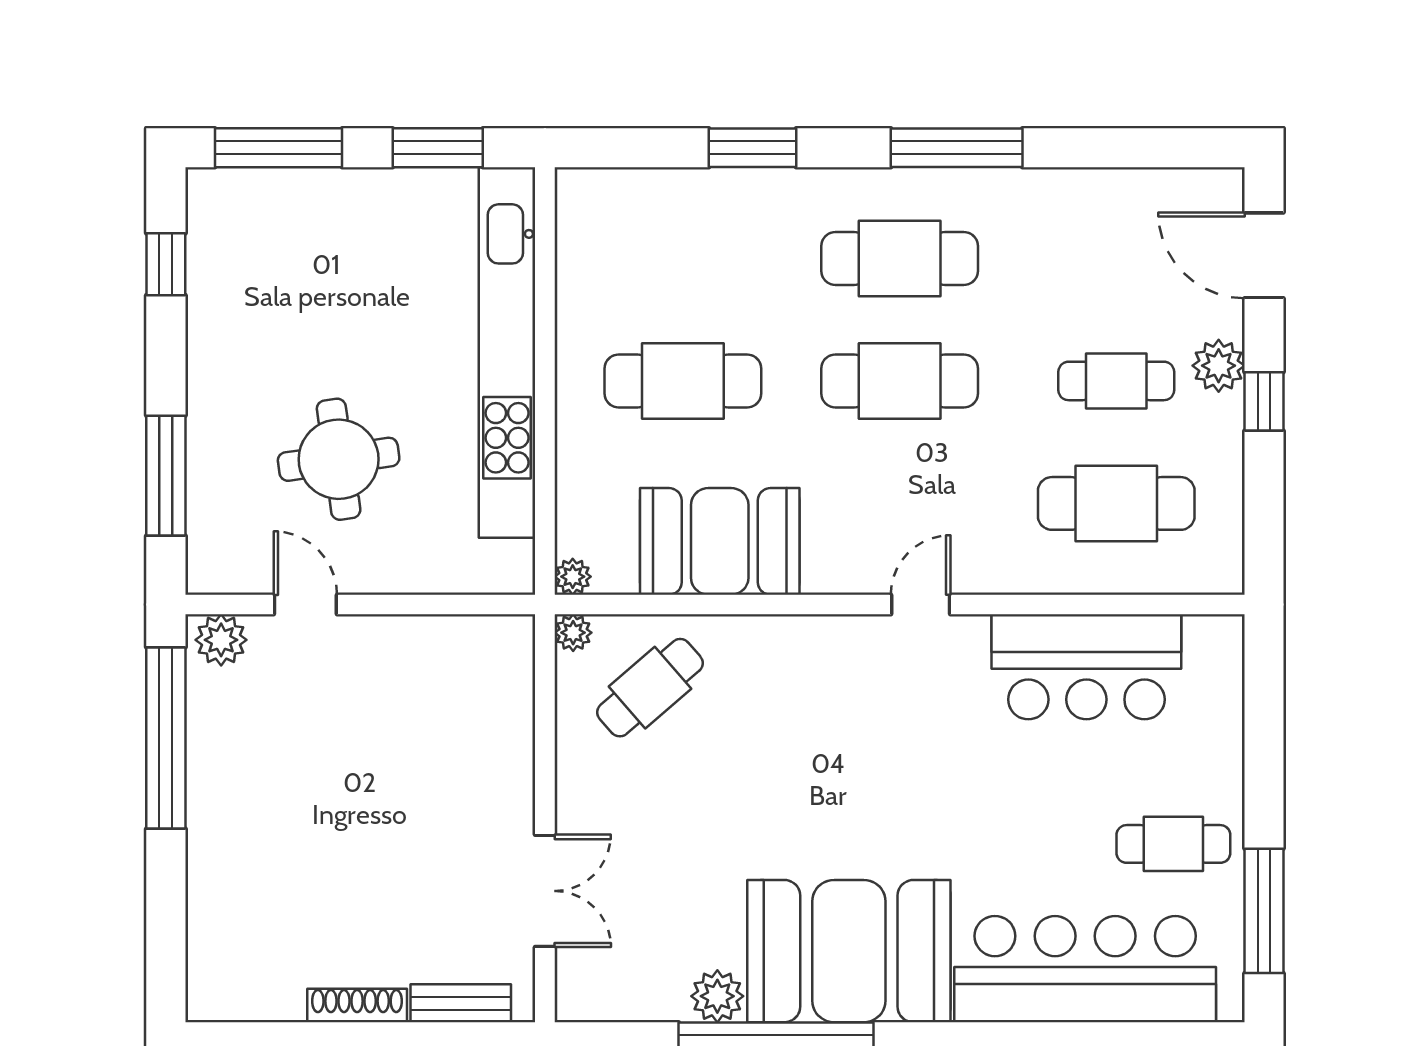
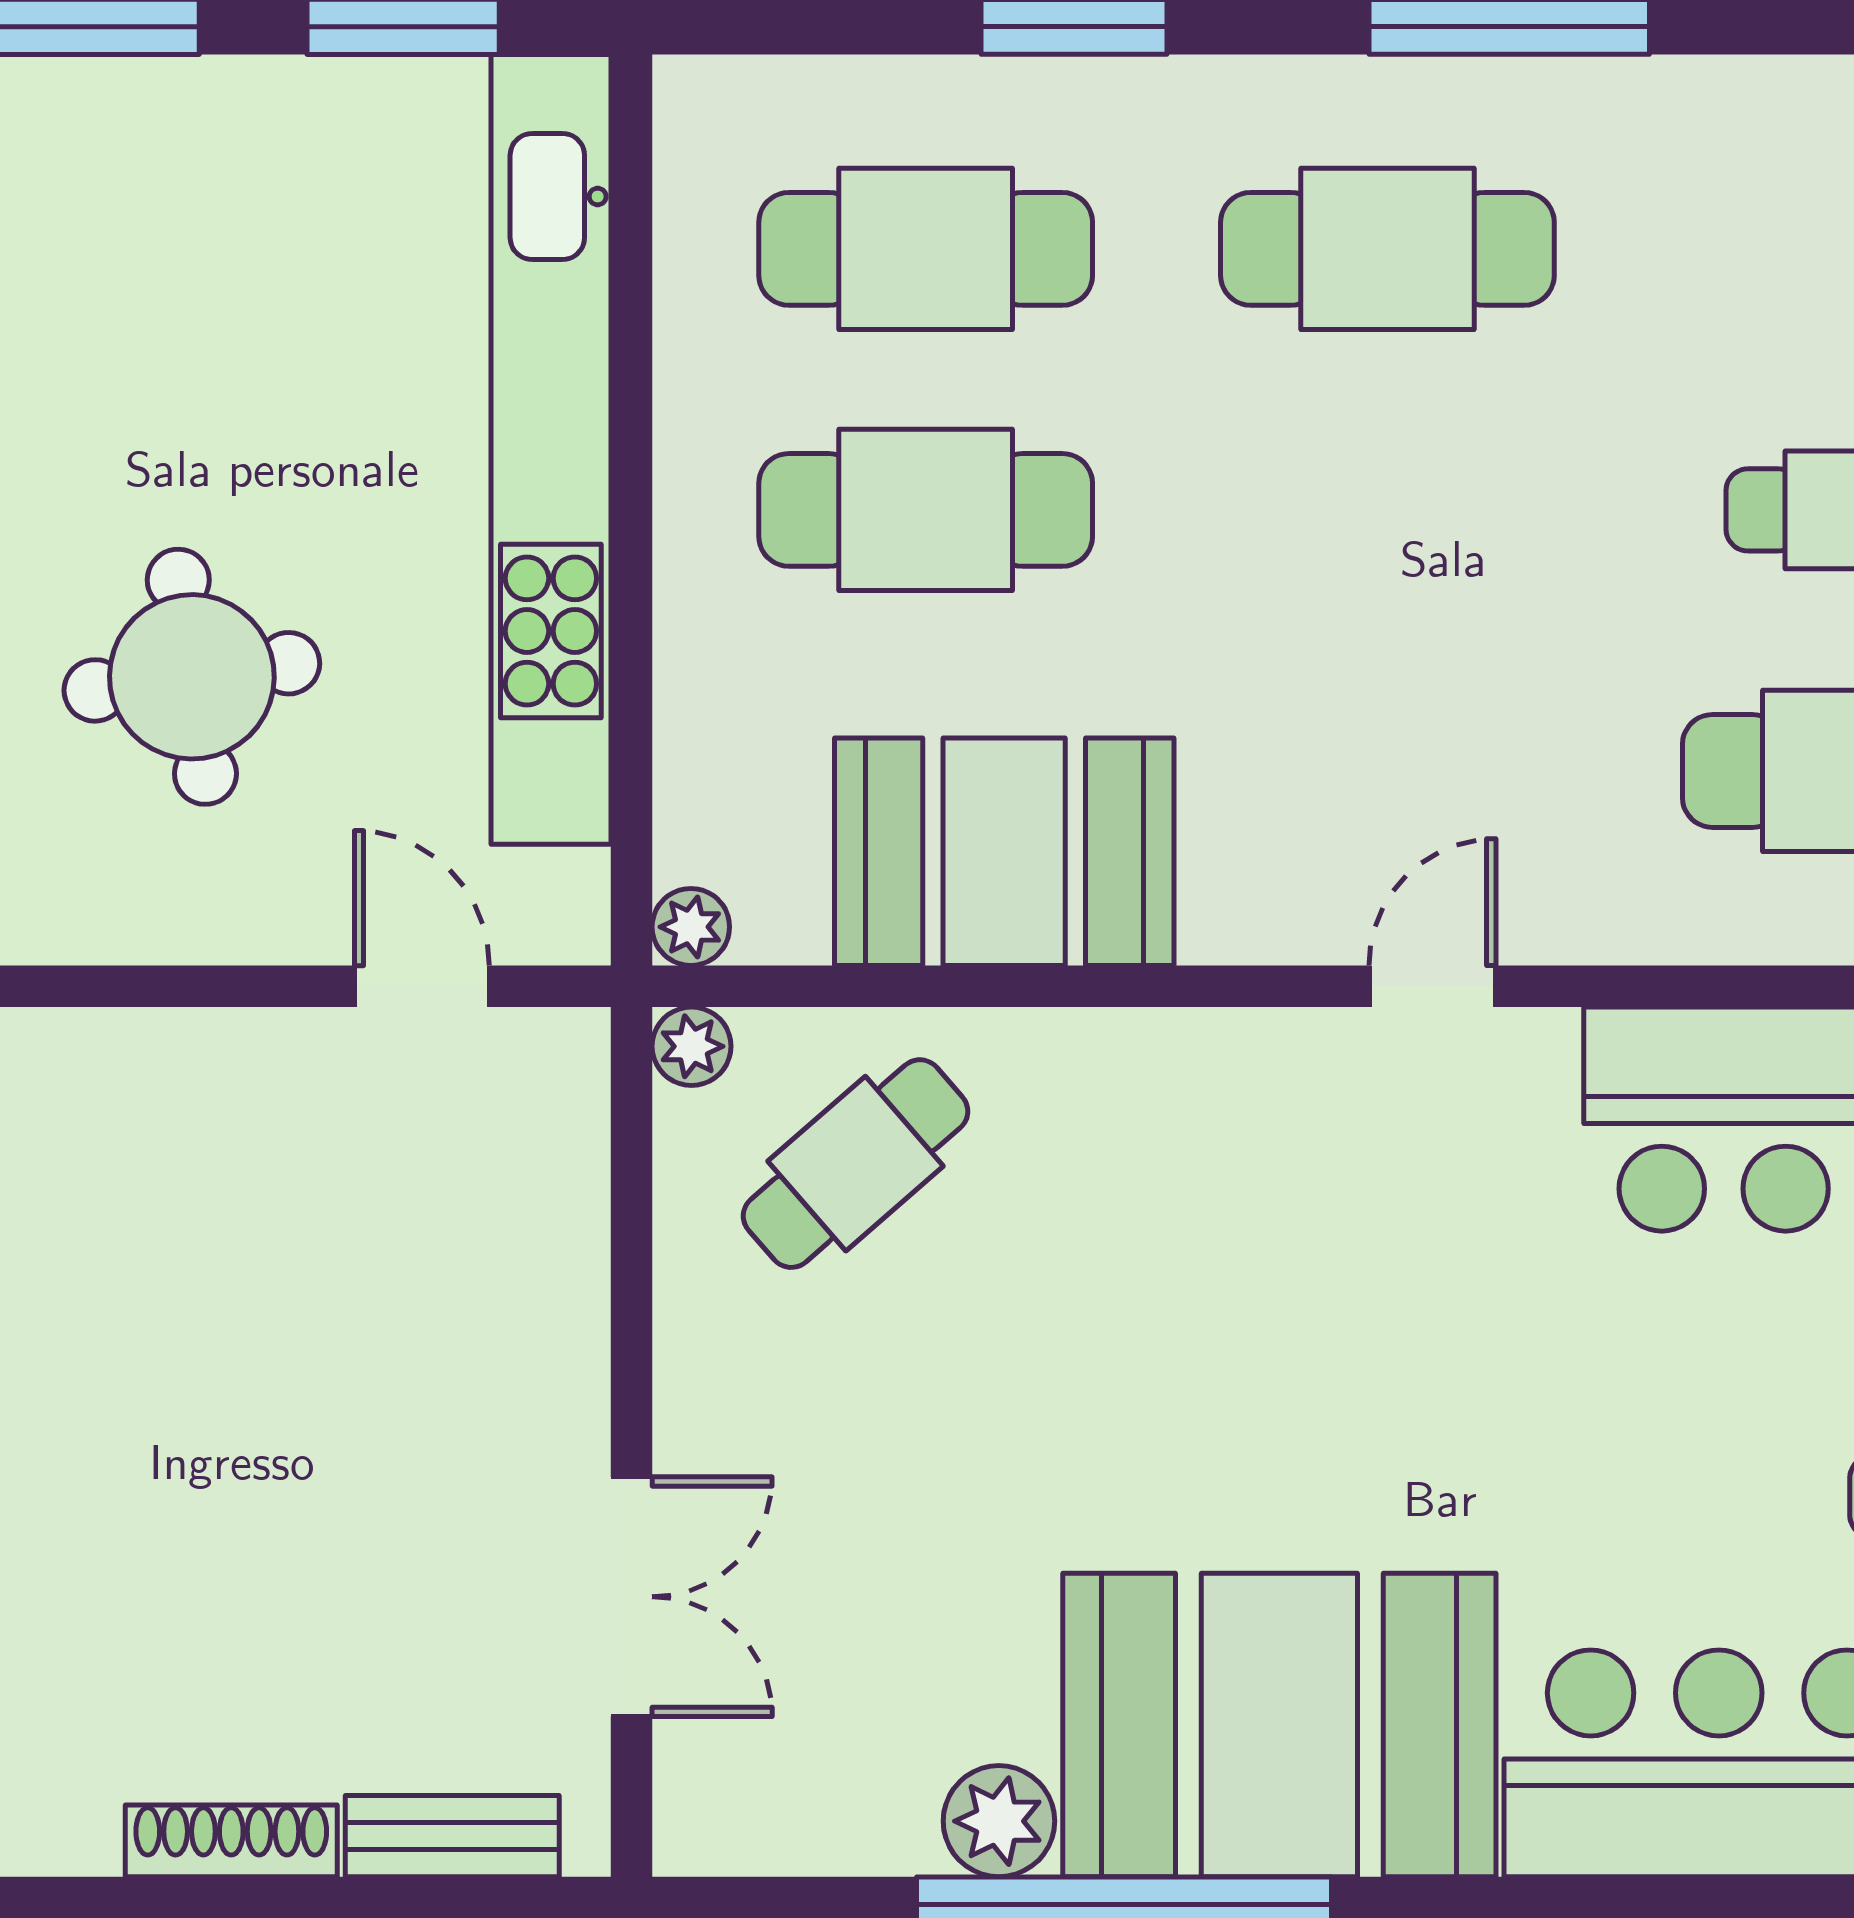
cafe table: (900, 381) -> (926, 249), moved
door: (305, 604) -> (422, 986), moved

